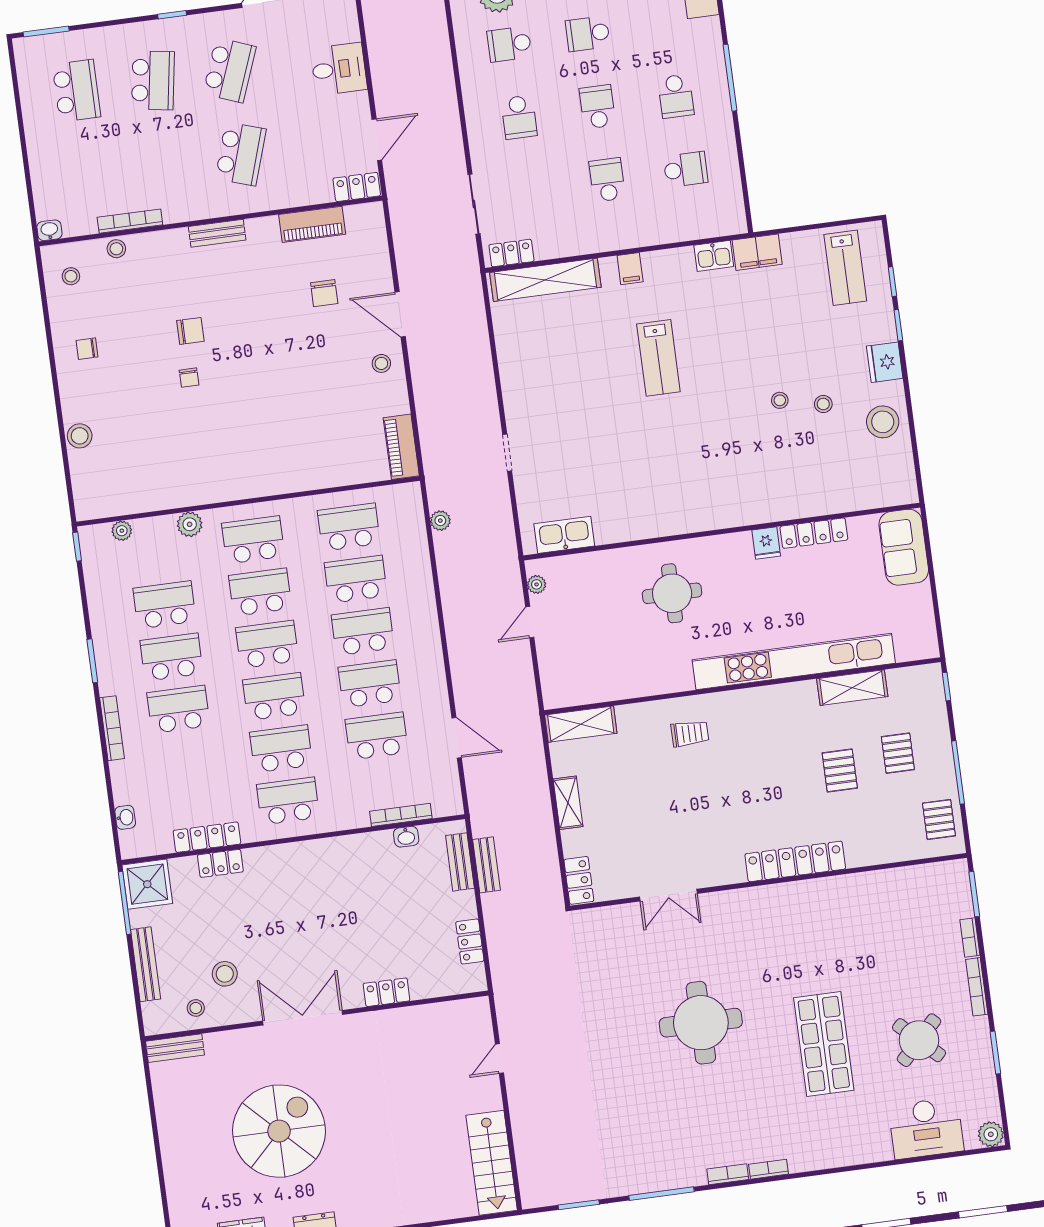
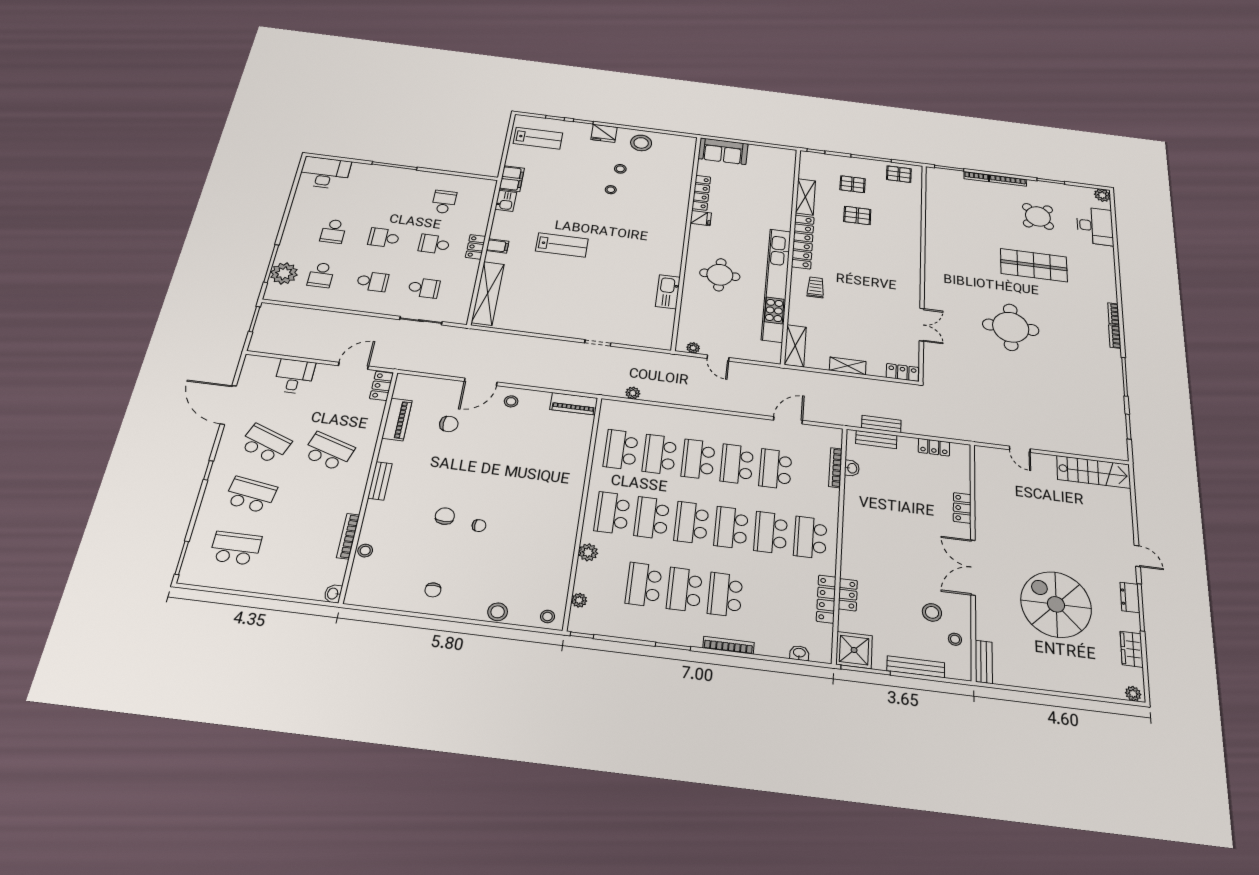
school desk: (676, 96) -> (424, 288), moved
door: (377, 140) -> (353, 366), hinge flipped
locker: (511, 253) -> (476, 247), moved
stool: (71, 276) -> (548, 616), moved
kitchen sink: (564, 535) -> (668, 292), moved
kitchen unit: (794, 661) -> (776, 285), moved
locker: (795, 861) -> (803, 242), moved, turned 180

